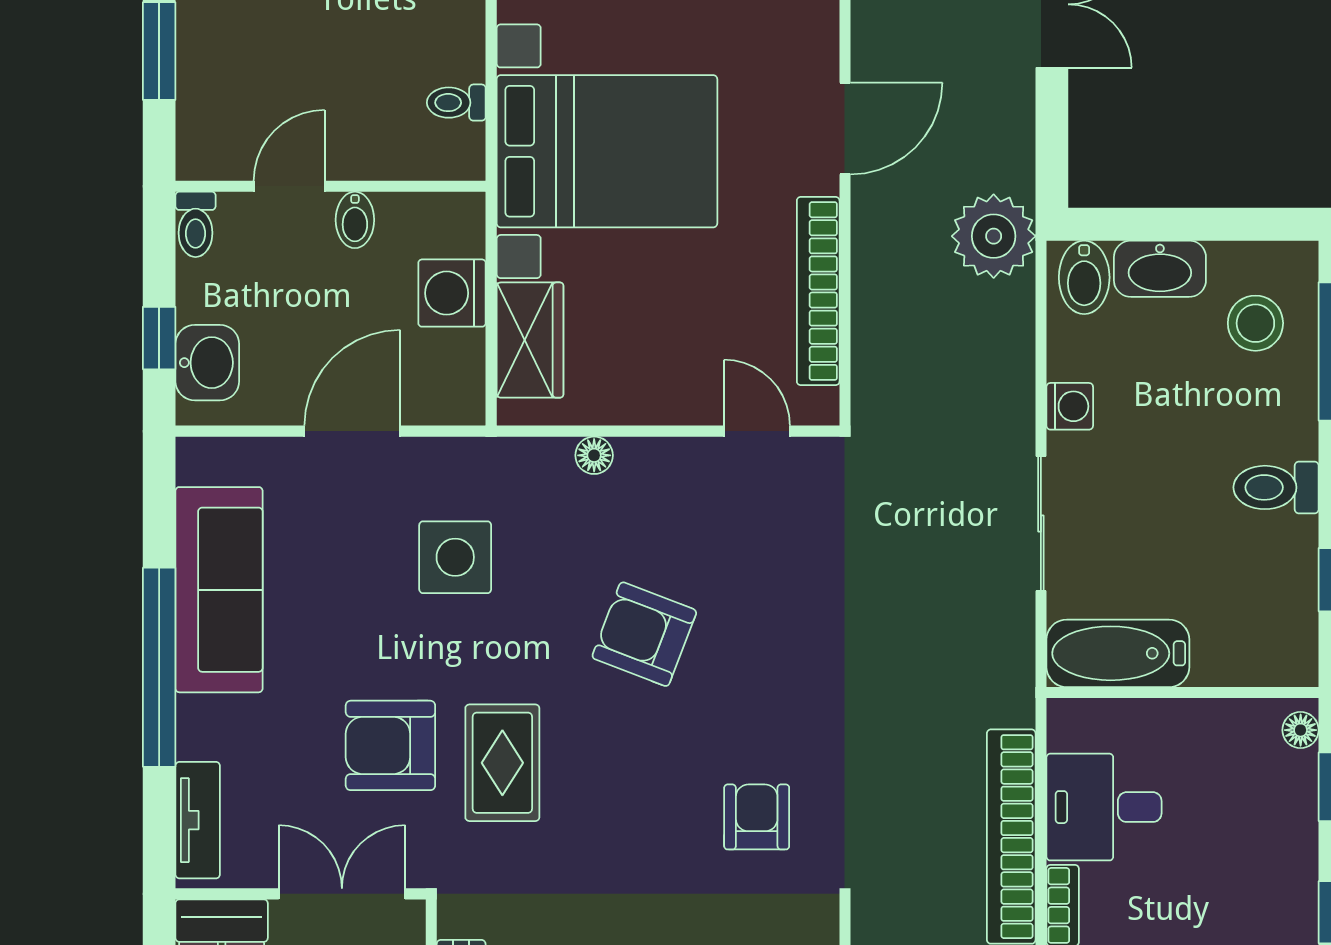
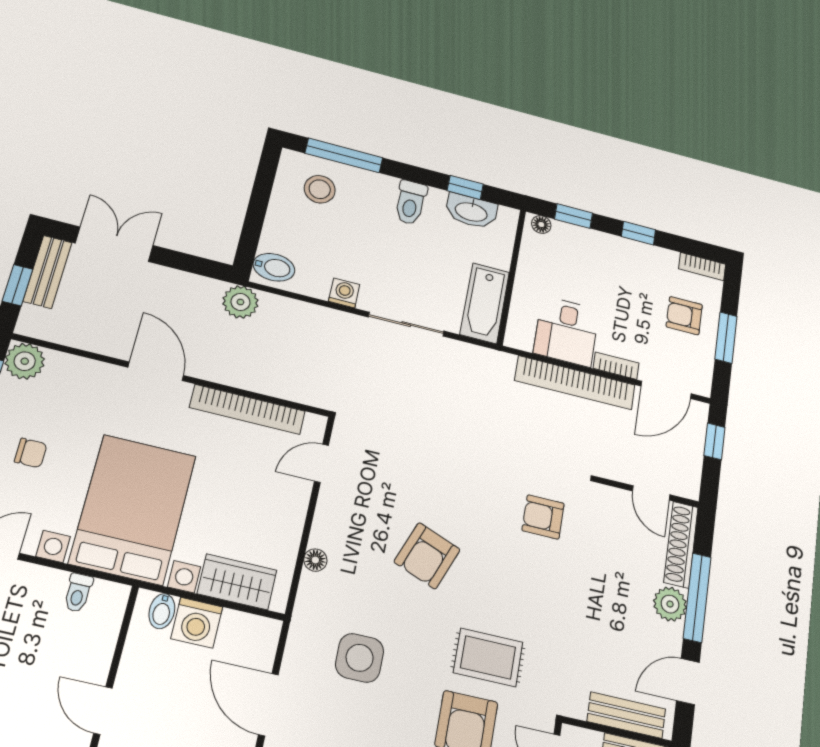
bidet: (355, 220) -> (162, 611), moved, turned 90
plant: (994, 236) -> (240, 302), width x0.73, depth x0.73
washbasin: (1160, 269) -> (471, 211), moved, turned 90

